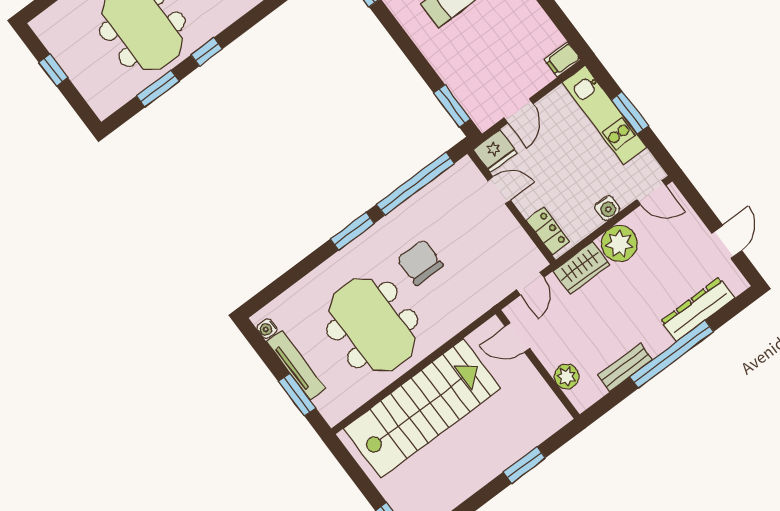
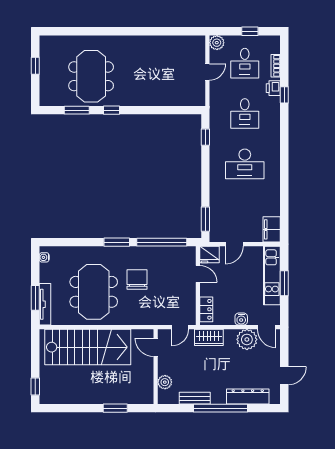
filing cabinet: (562, 60) -> (272, 229), width x2.00
plant: (619, 244) -> (247, 339), moved
tv unit: (296, 365) -> (45, 304), moved

